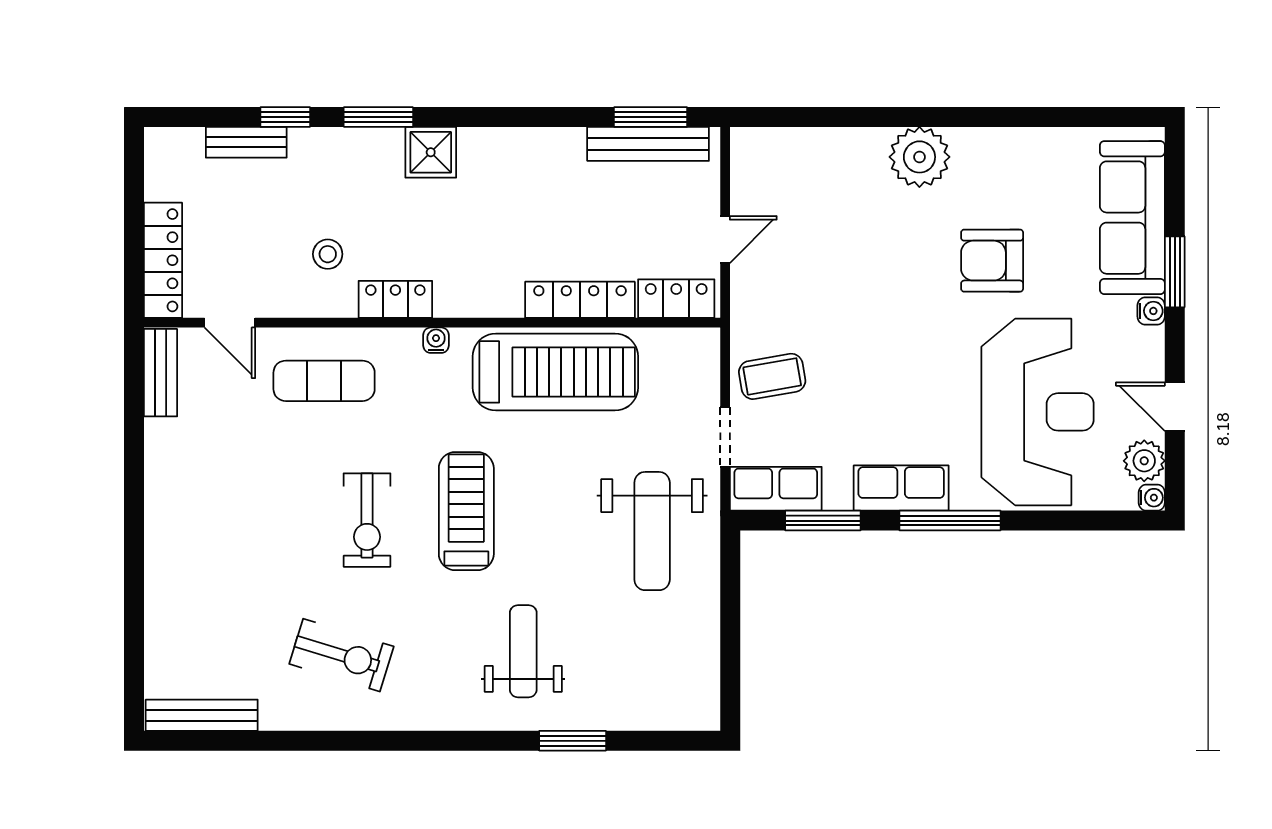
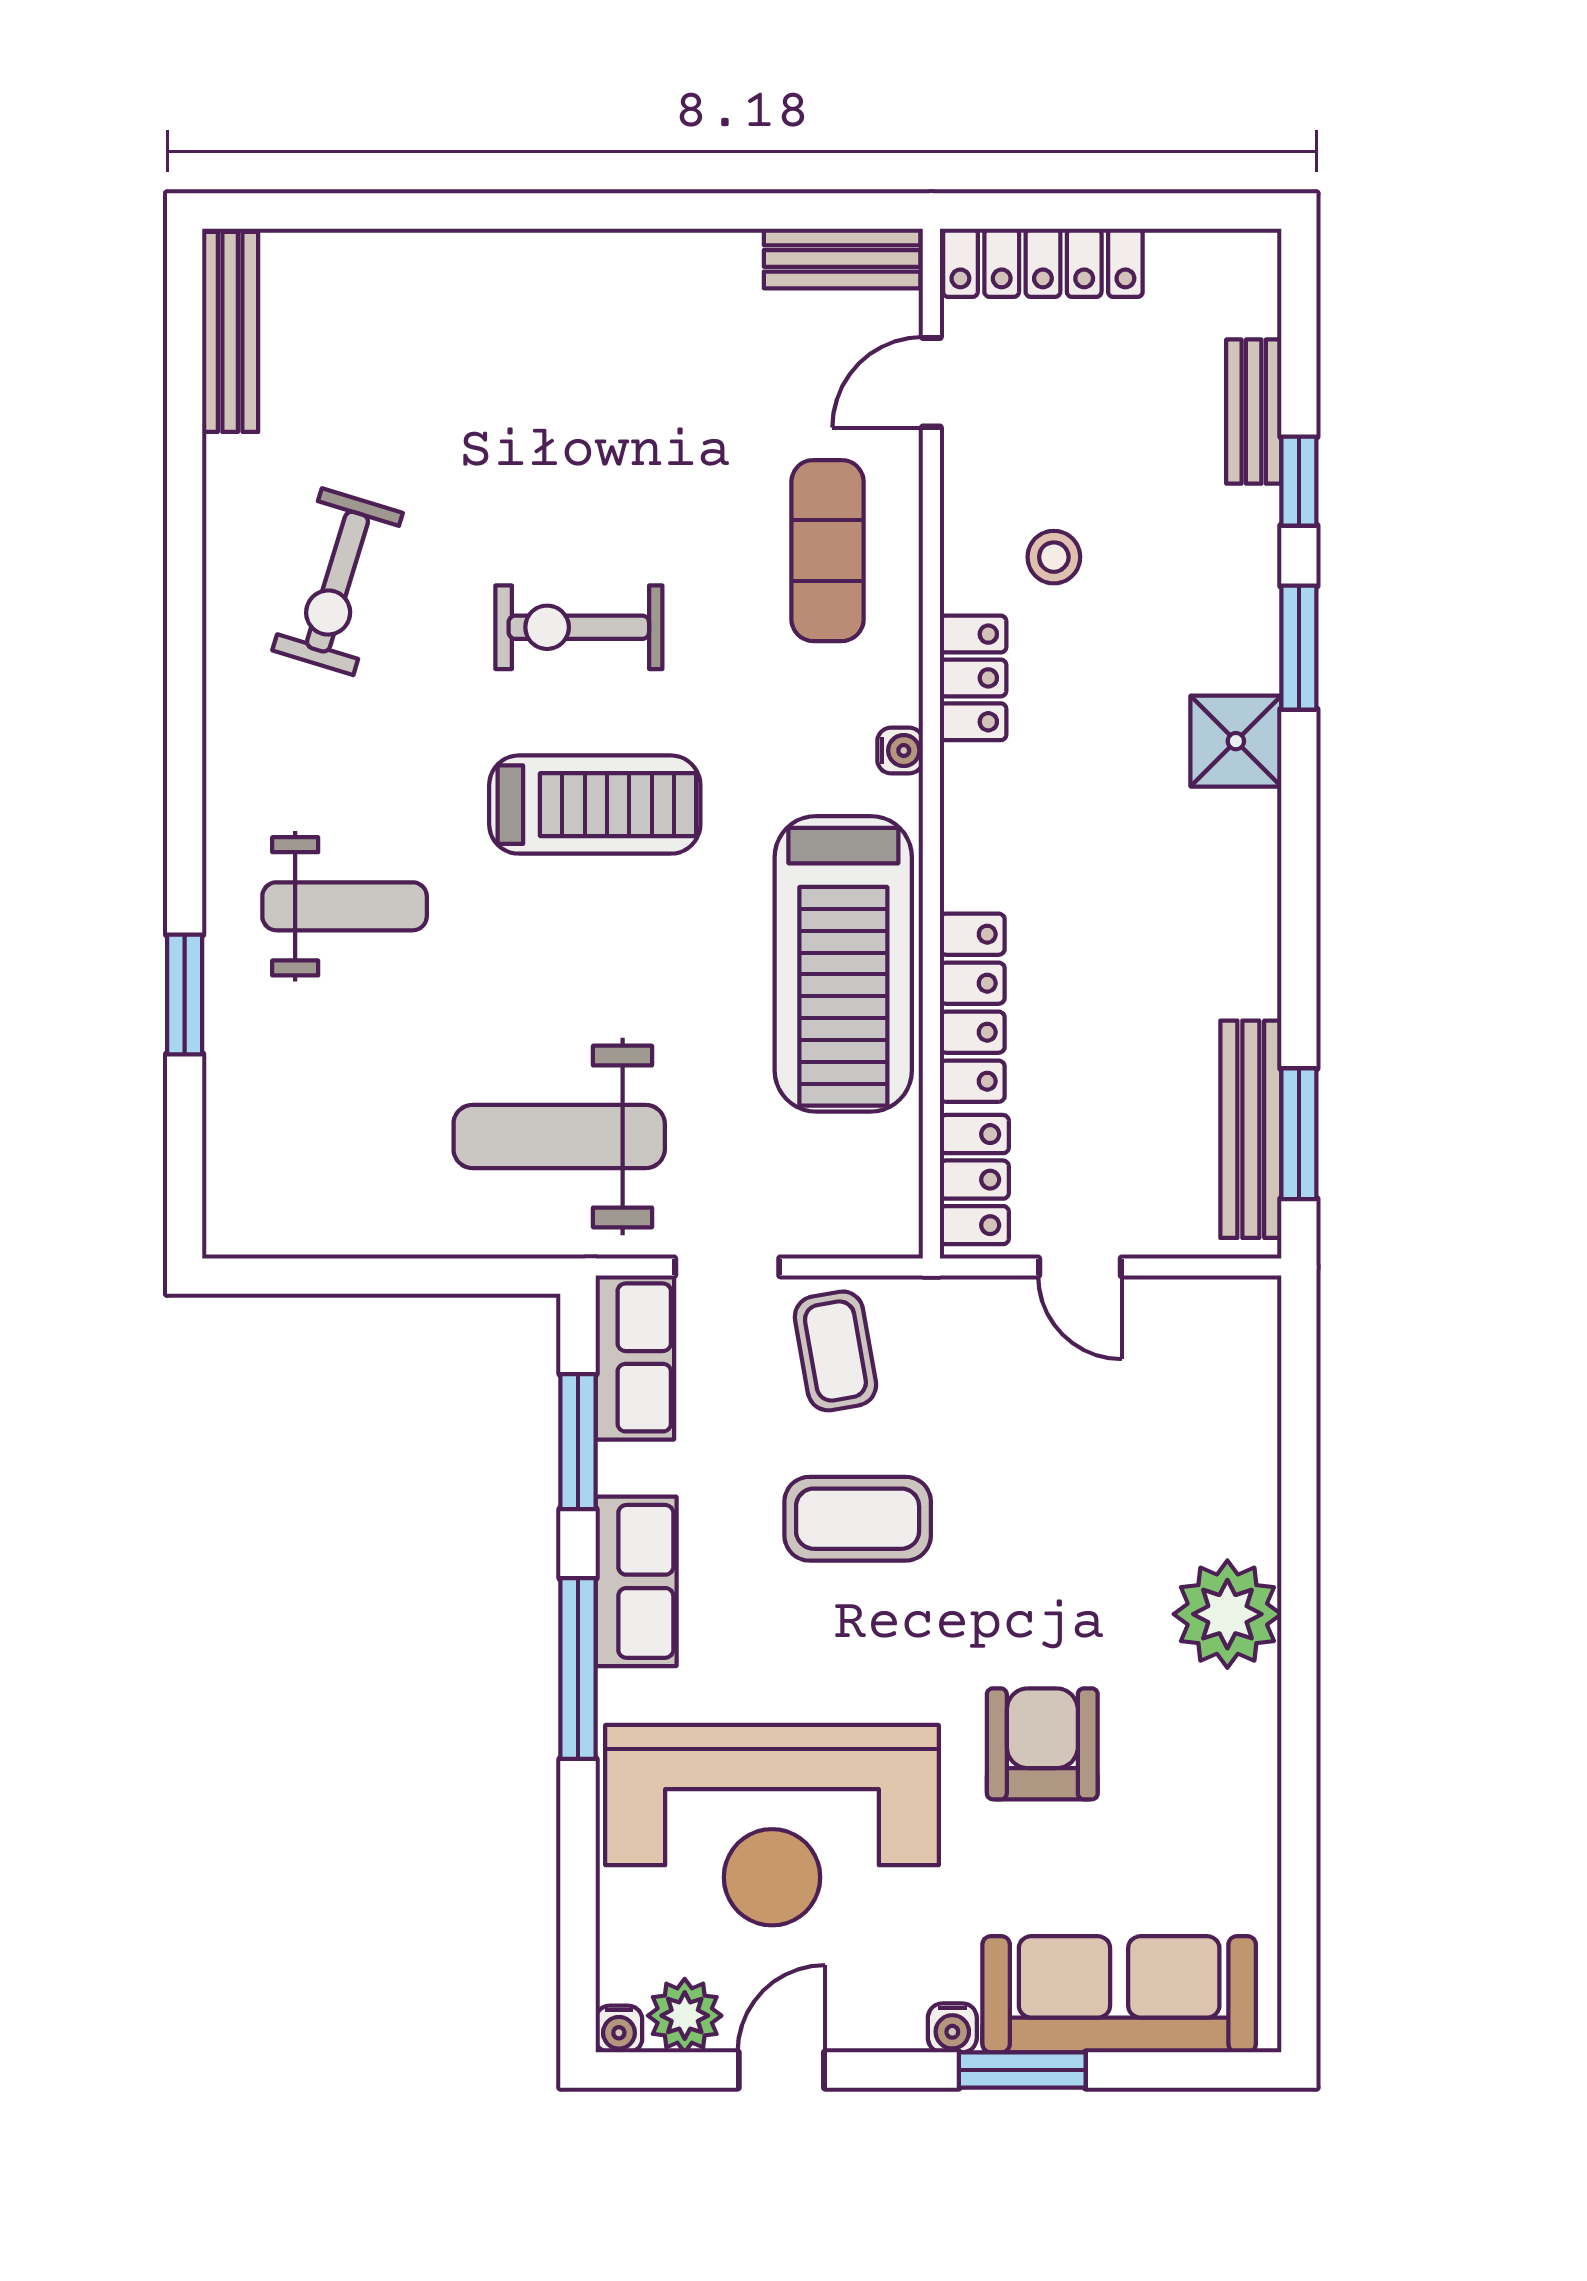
coffee table: (866, 364) -> (858, 1519), added

